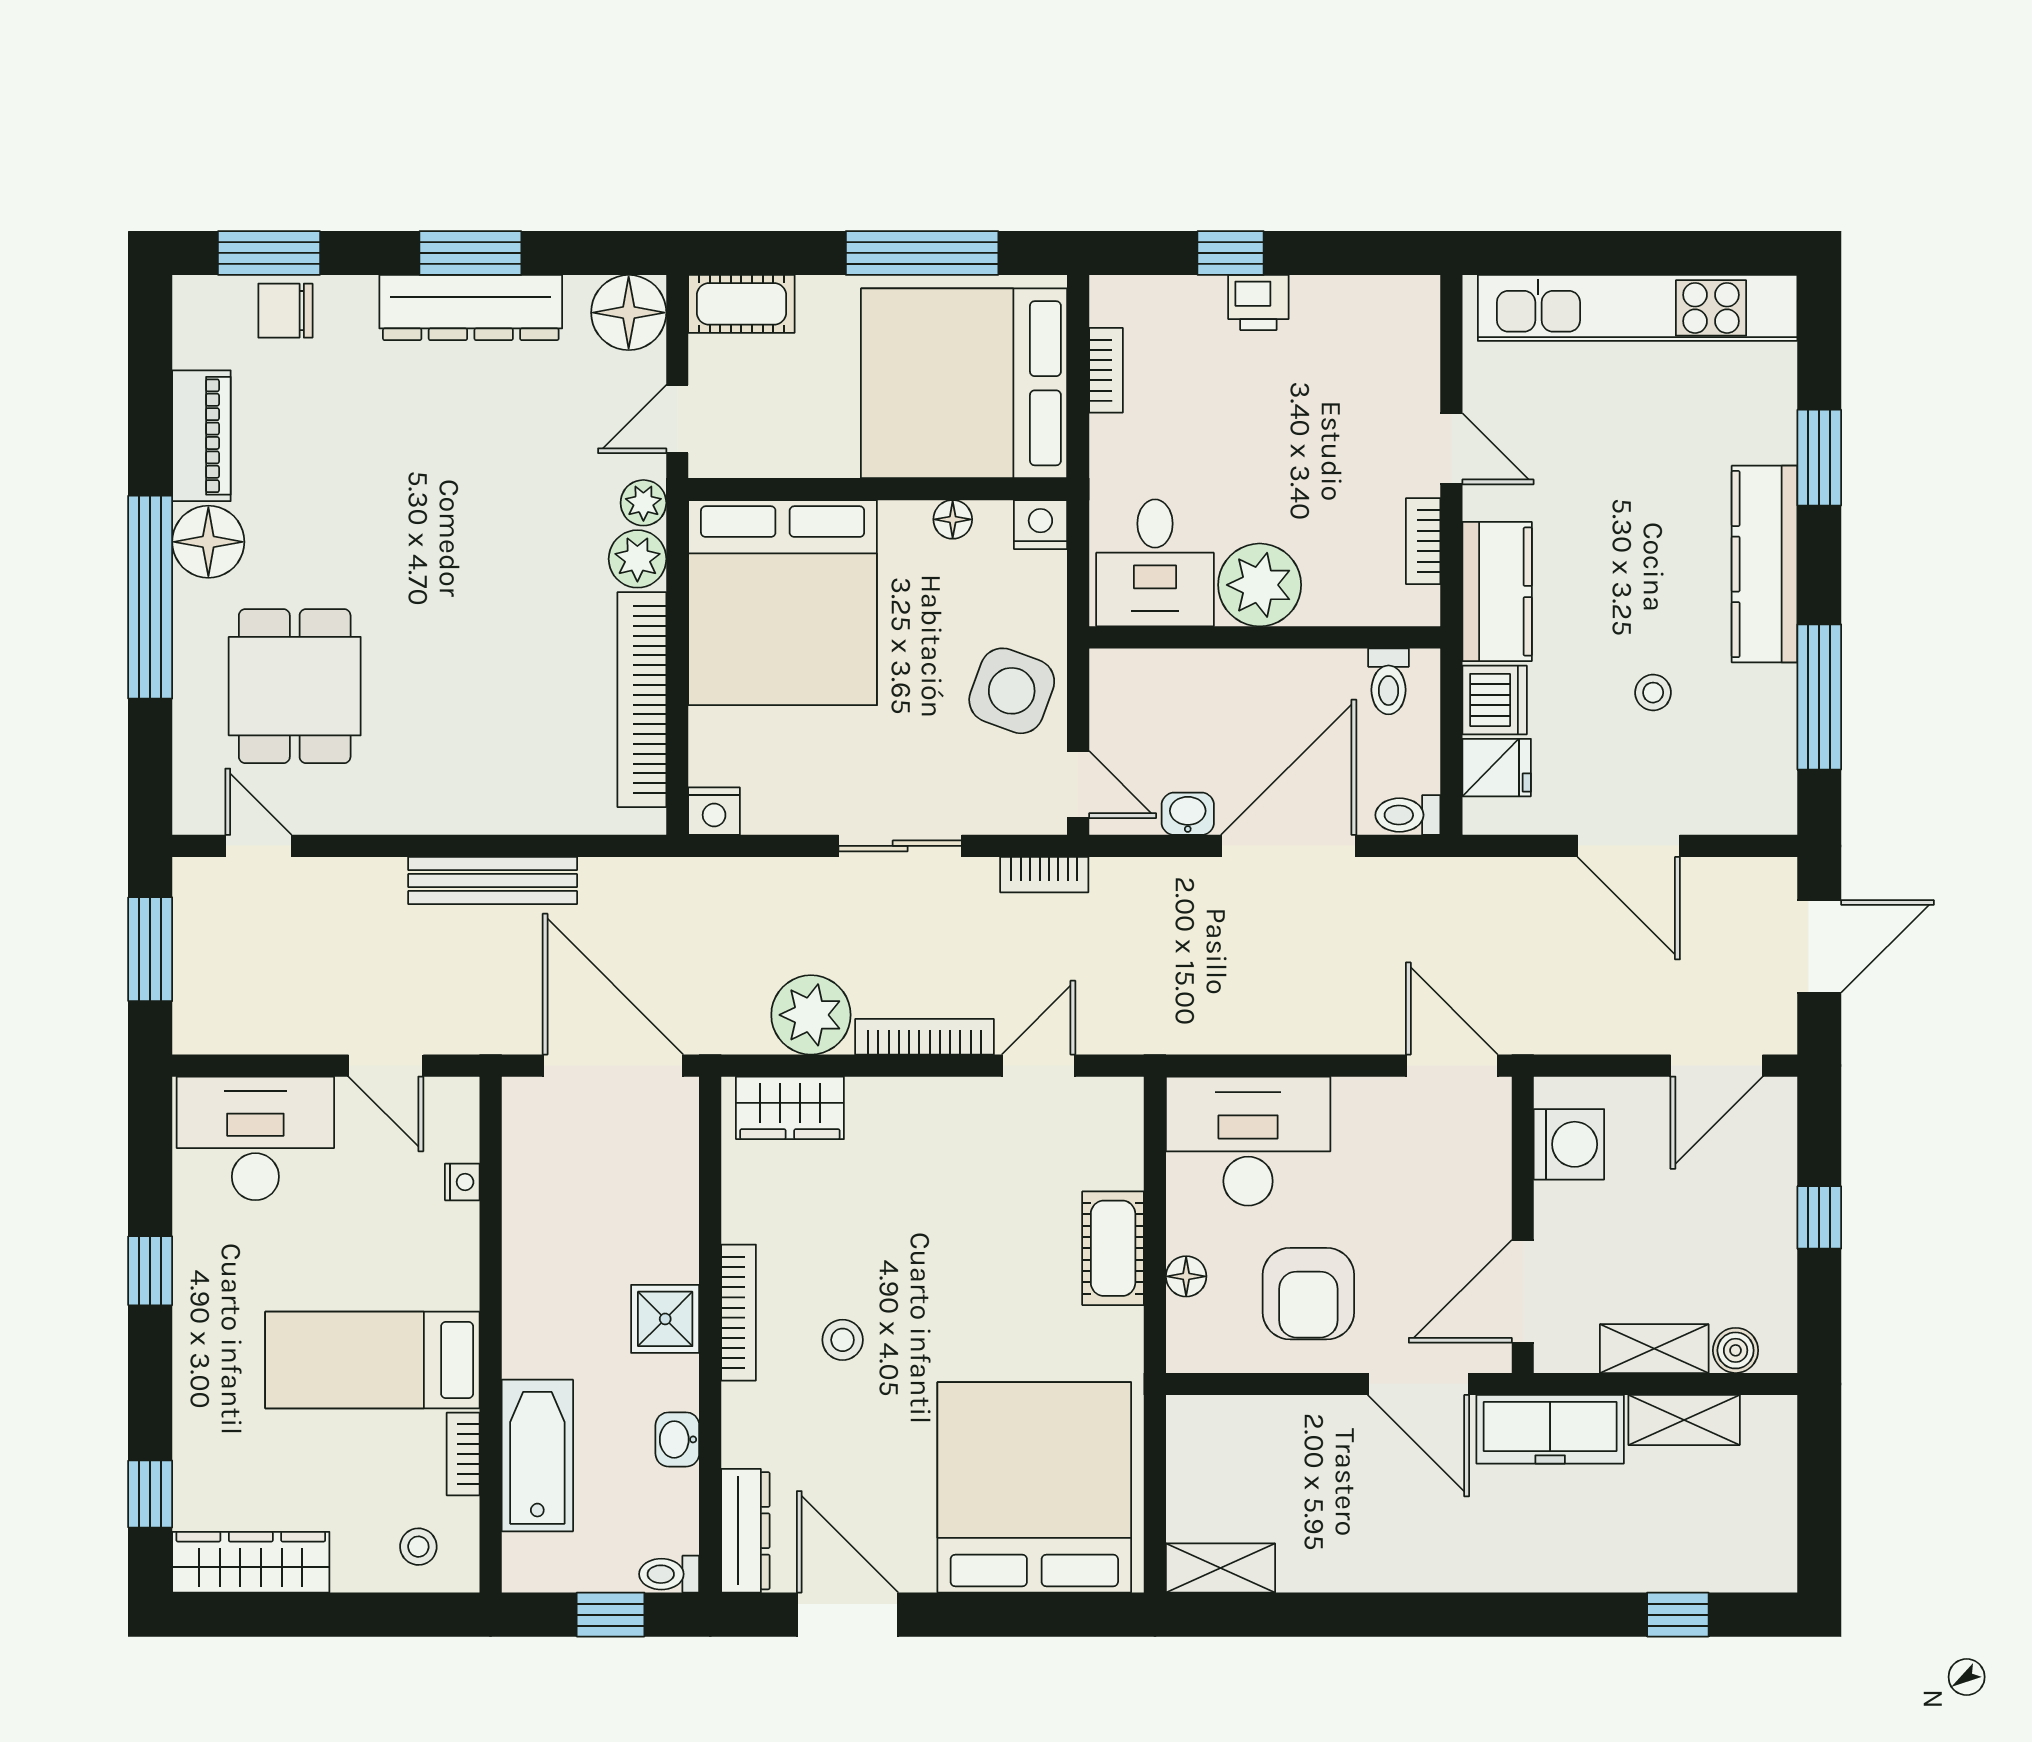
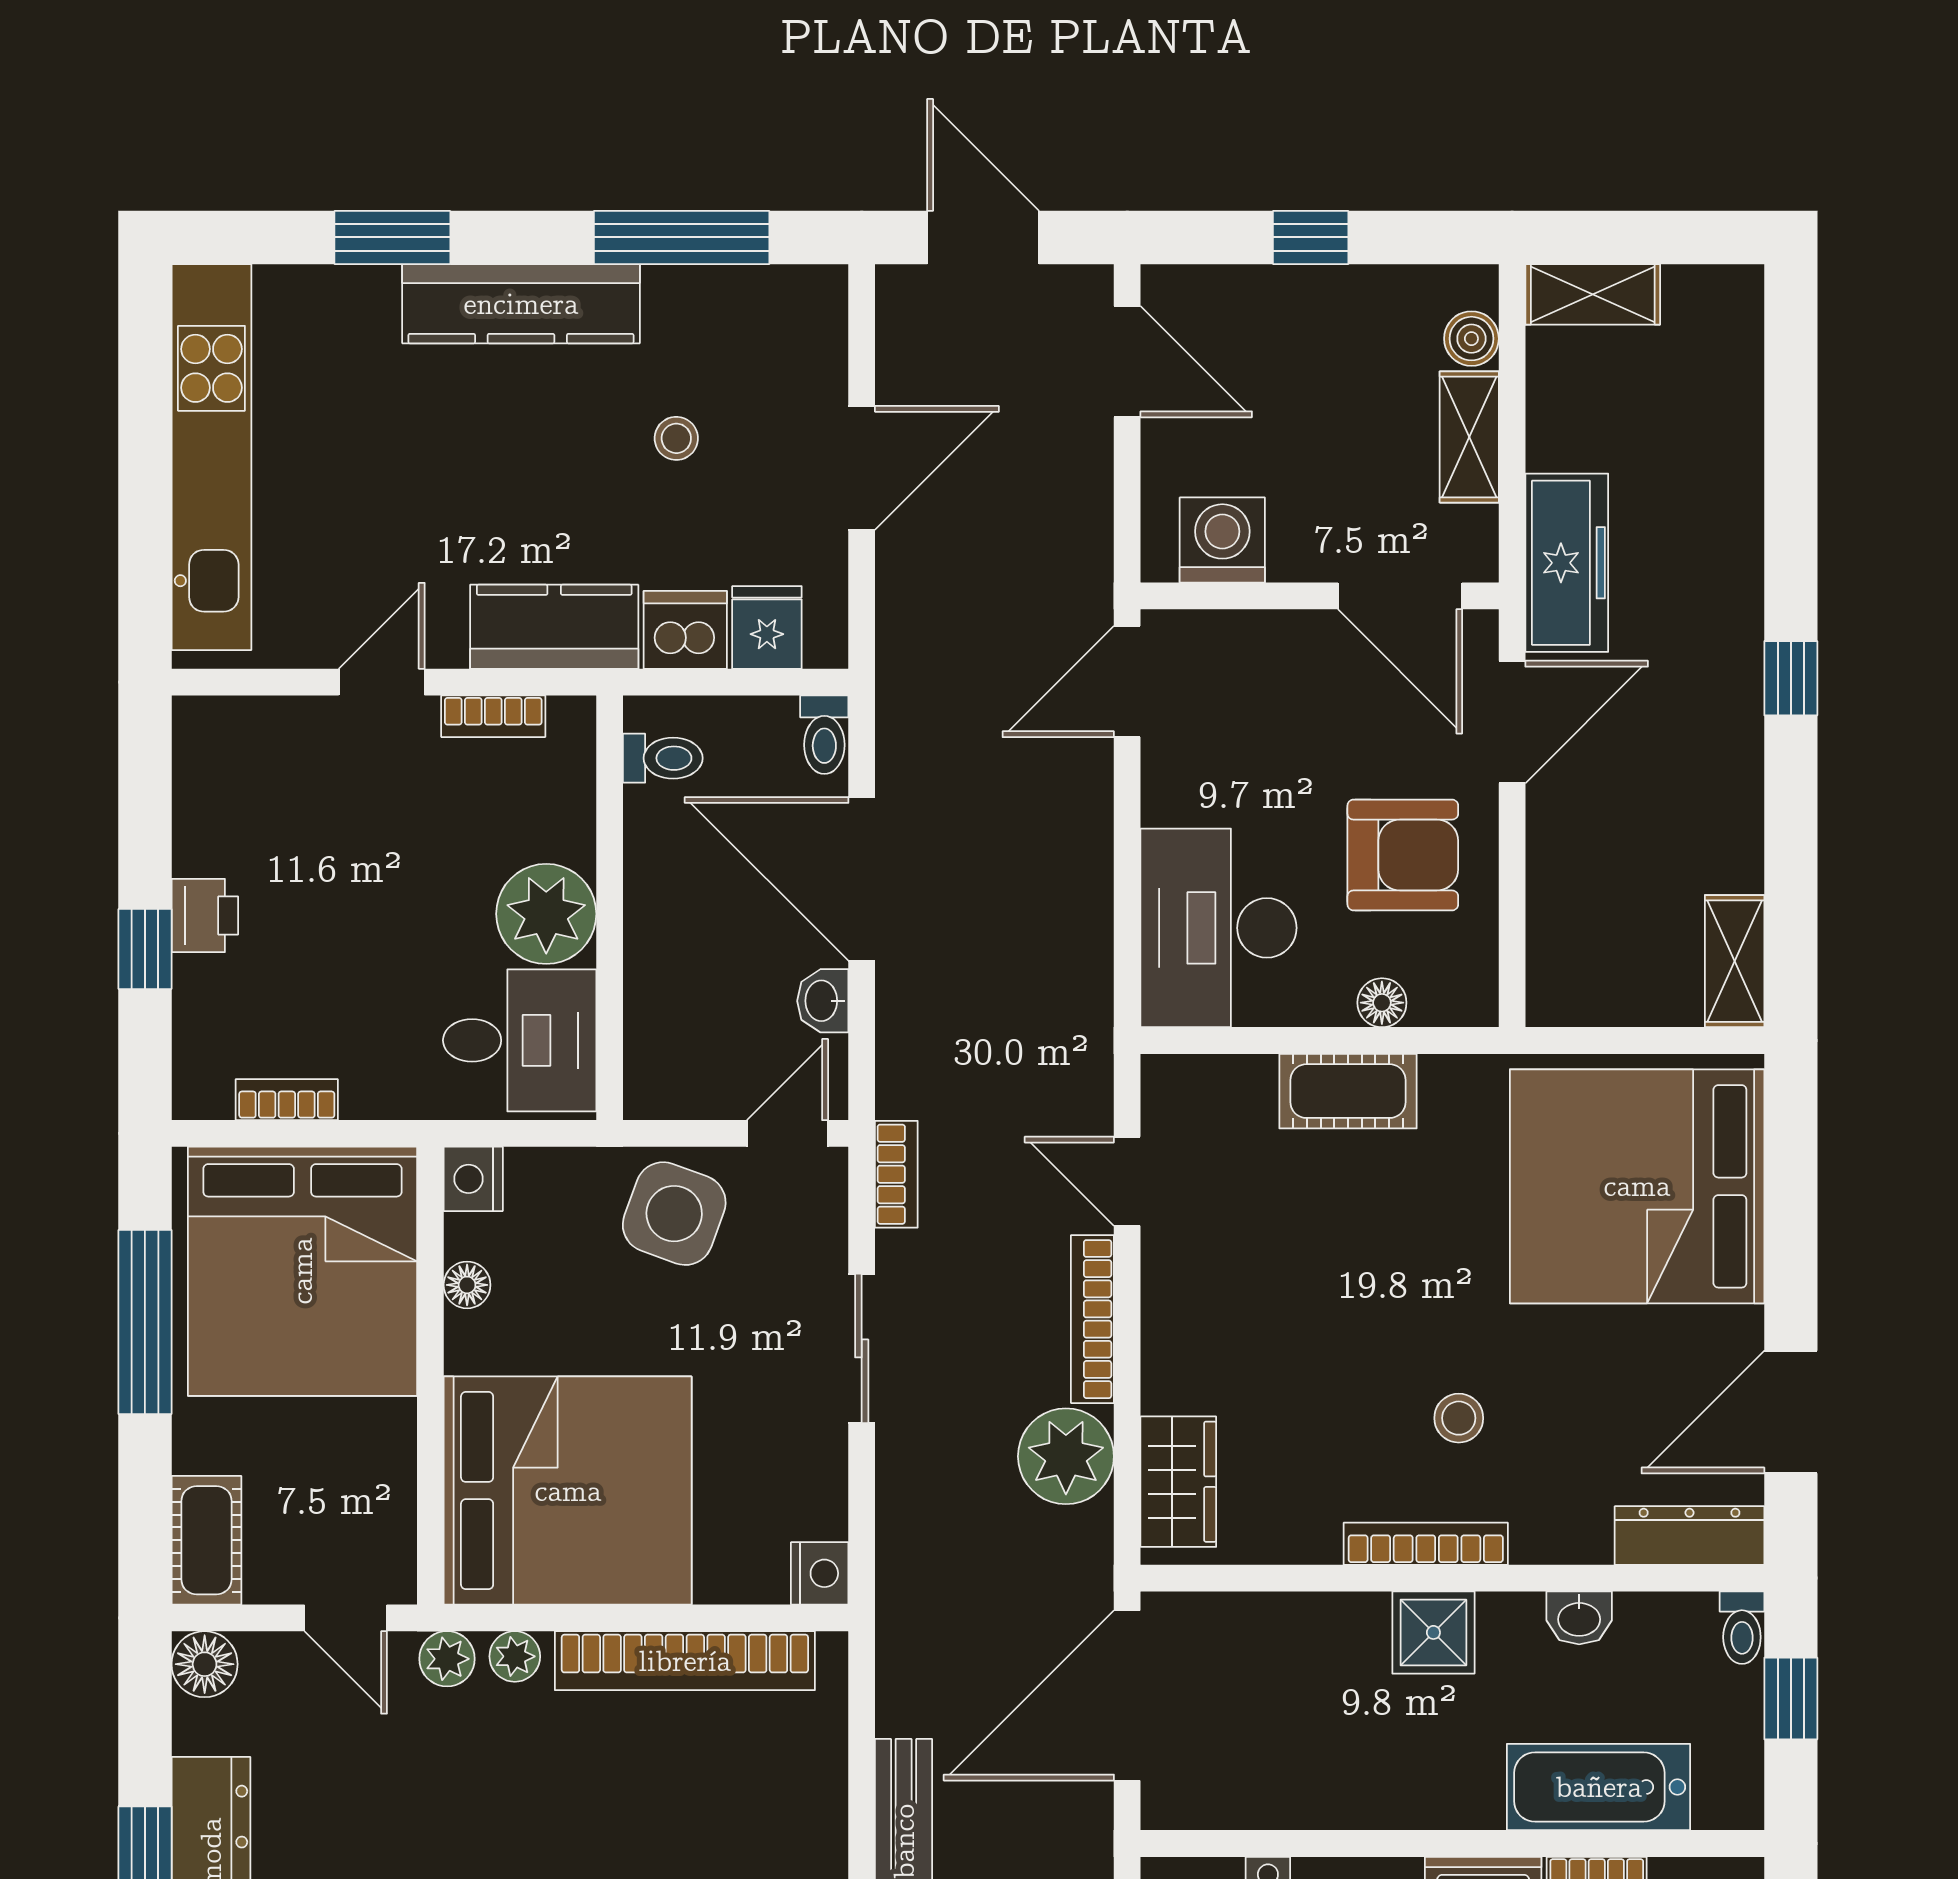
floor lamp: (629, 313) -> (205, 1664), width x0.73, depth x0.73
plant: (637, 559) -> (515, 1656), width x0.73, depth x0.73
shelving: (1684, 1420) -> (1593, 294), moved, turned 90
window: (1678, 1615) -> (1791, 678), moved

